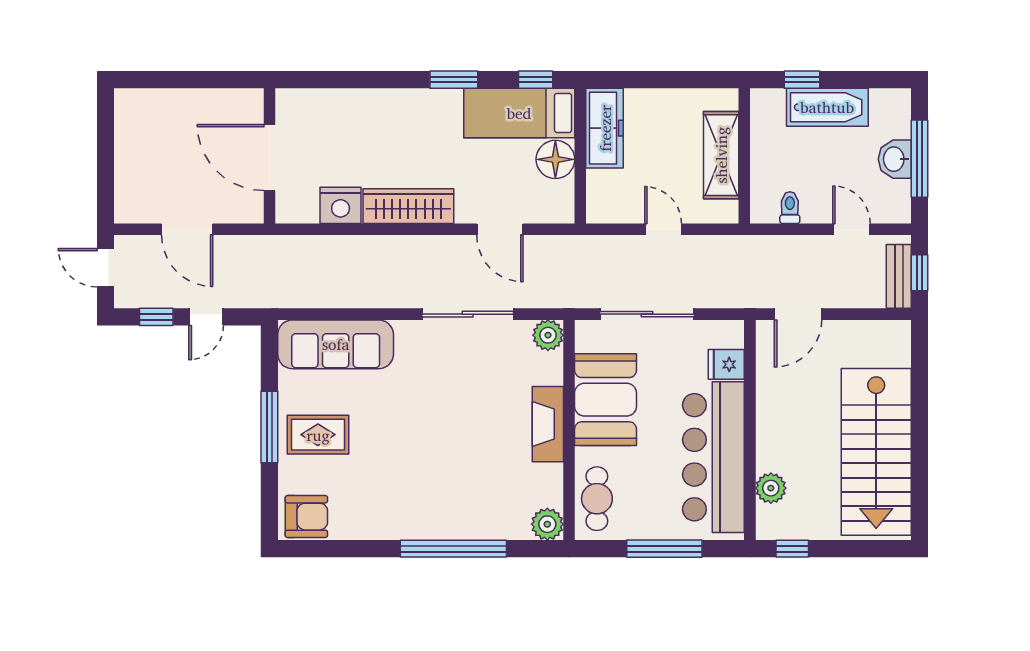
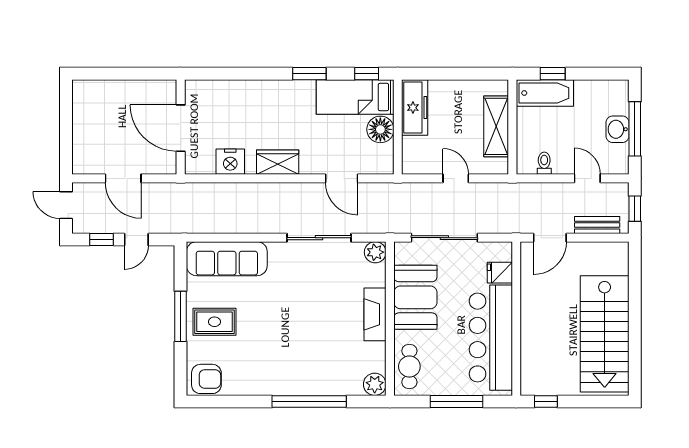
bathtub: (827, 107) -> (545, 93), moved
wardrobe: (408, 206) -> (278, 162), width x0.67
bench: (899, 276) -> (597, 225), moved, turned 90
plant: (771, 488) -> (531, 359), removed

